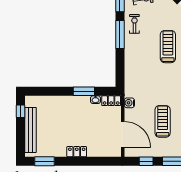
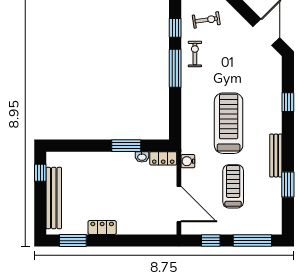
treadmill: (168, 47) -> (229, 123), moved, width x1.37, depth x1.38
locker: (77, 152) -> (102, 228), moved

